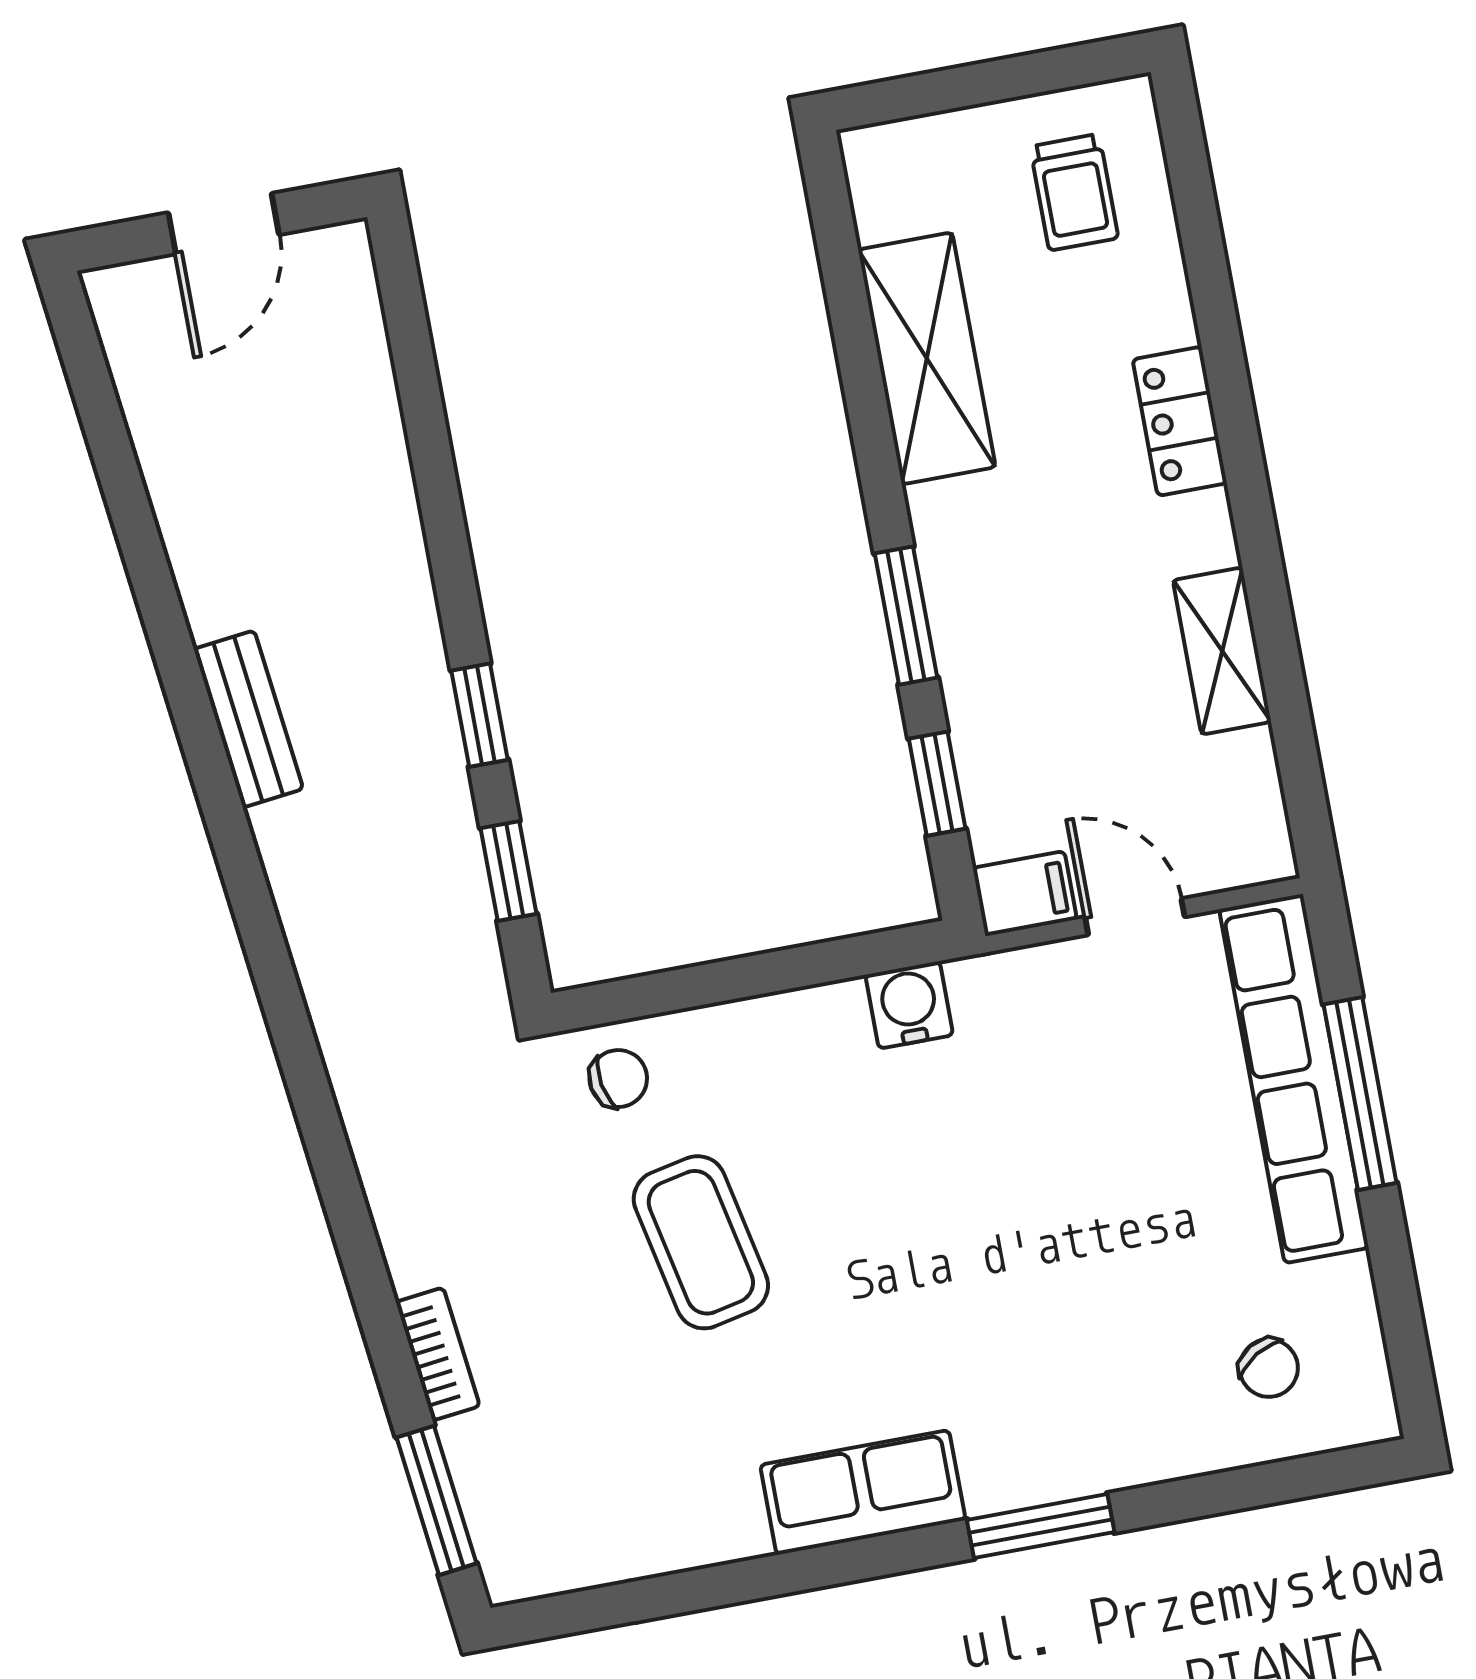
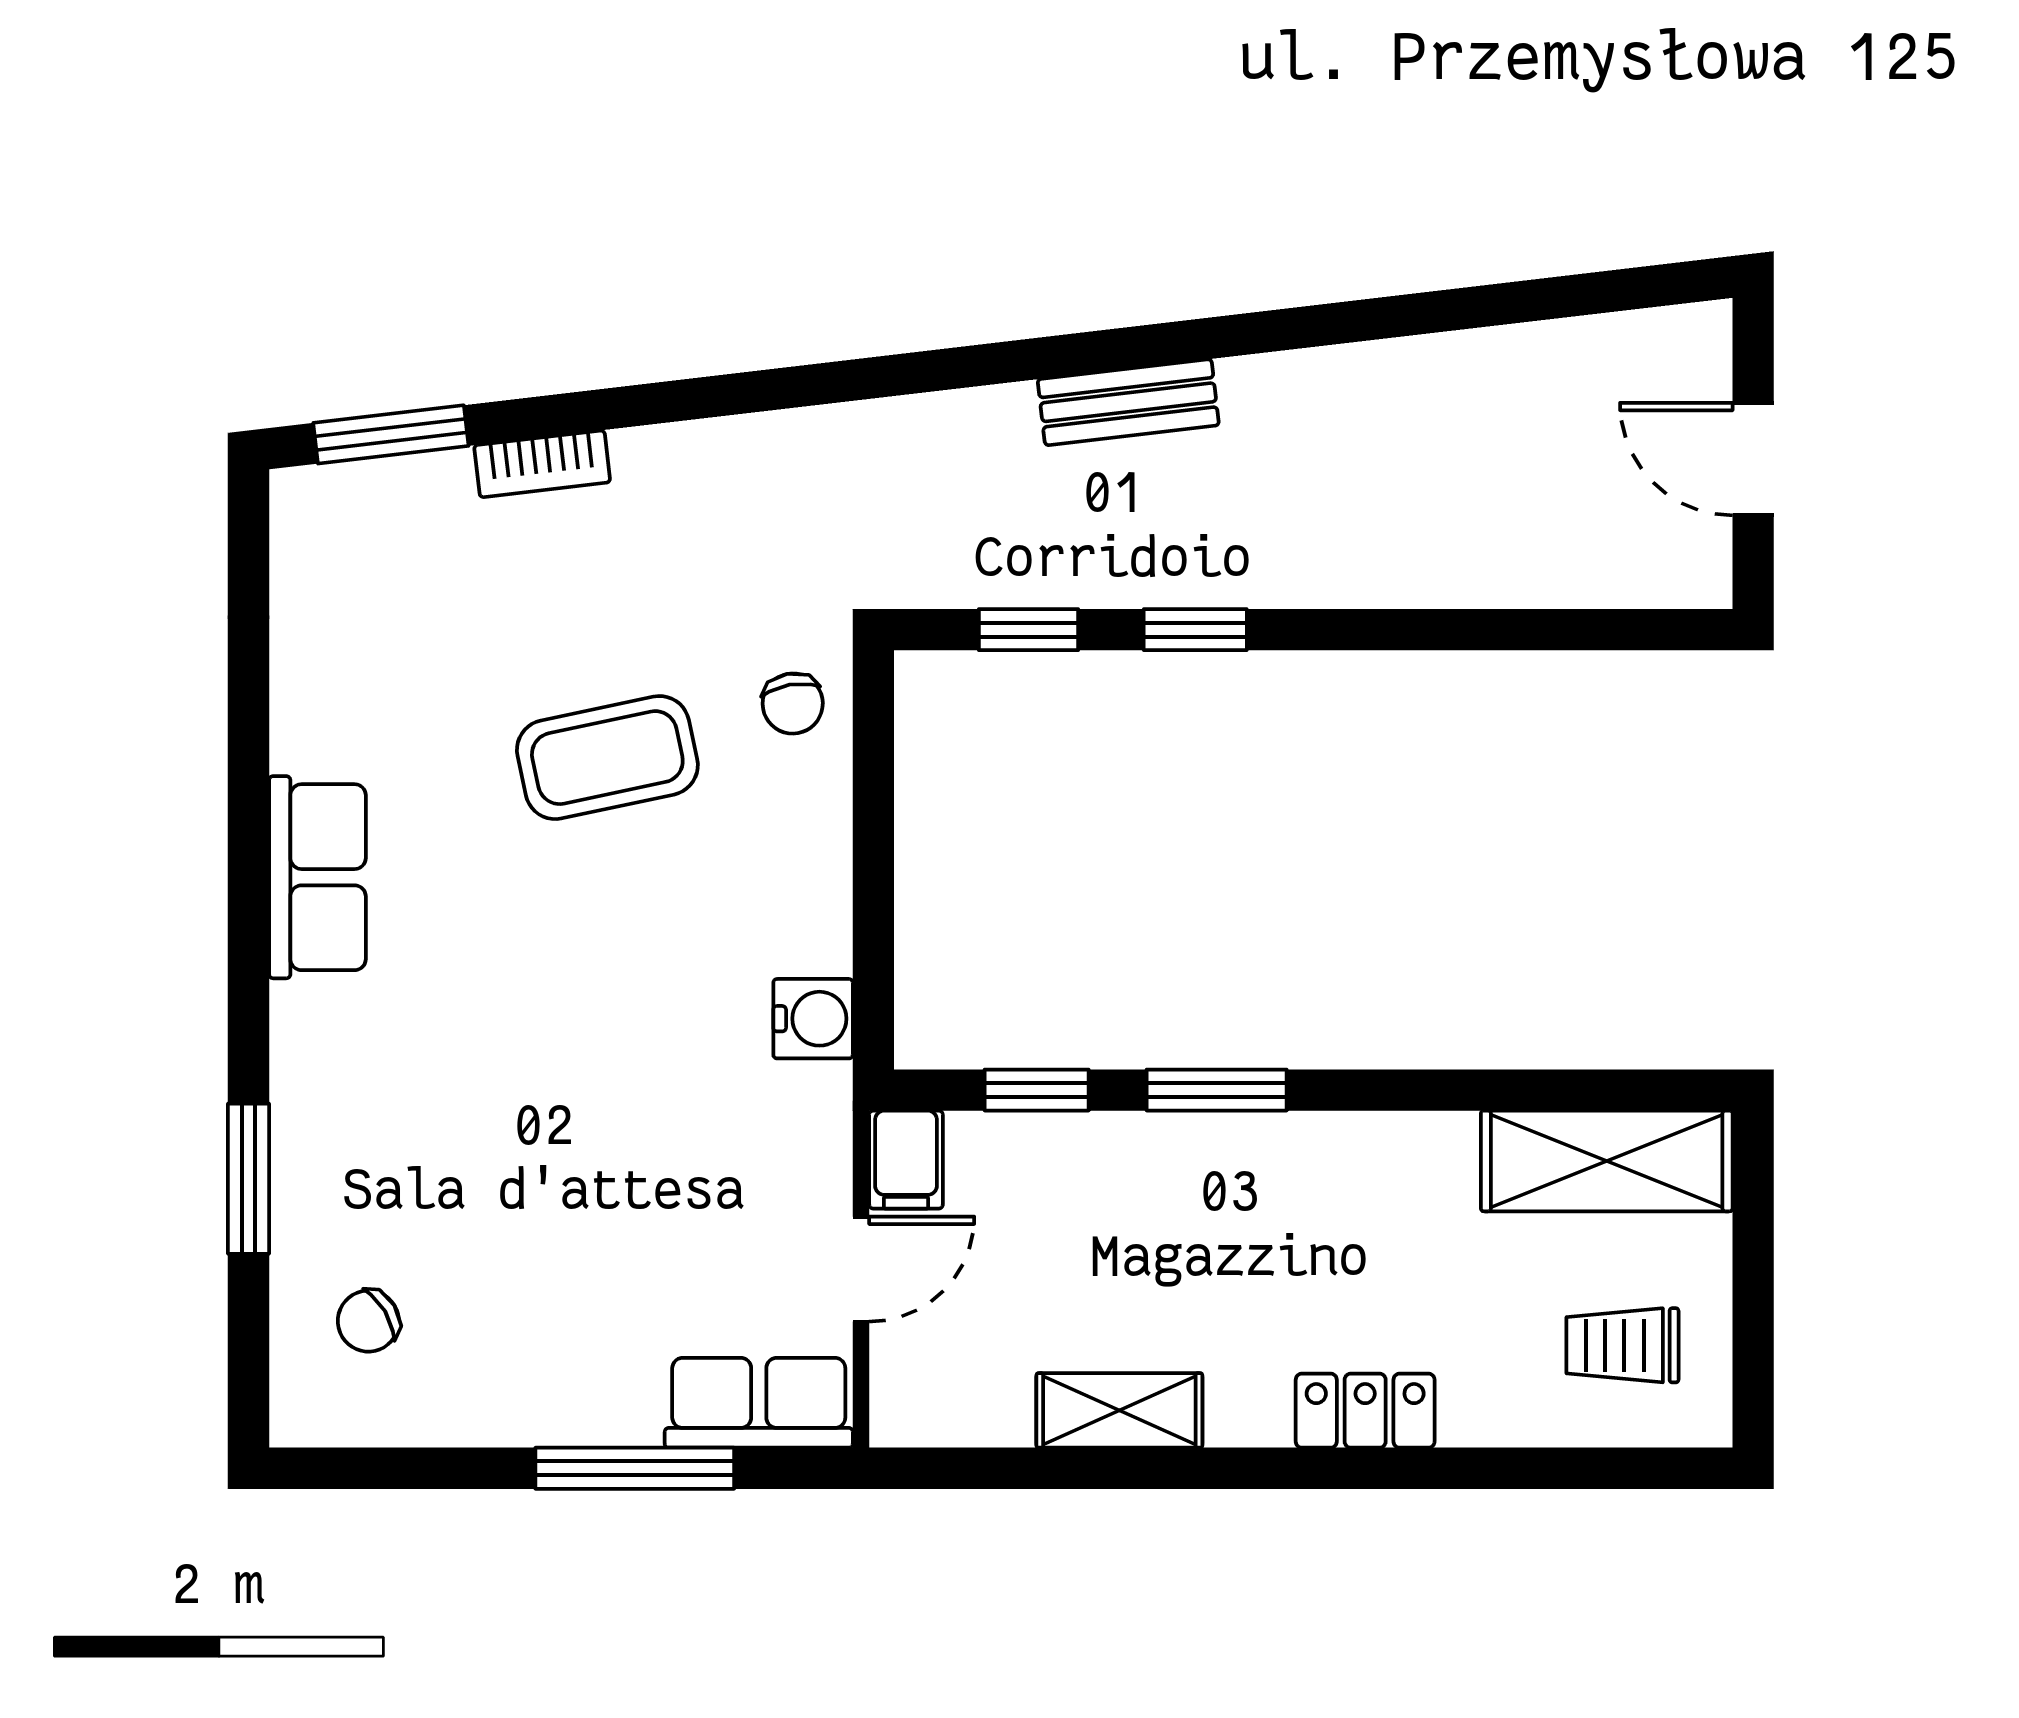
shelving: (927, 358) -> (1607, 1161), moved
bench: (248, 719) -> (1128, 402), moved
row of seats: (1294, 1079) -> (759, 1403), width x0.50
window: (1041, 1526) -> (249, 1179), moved

